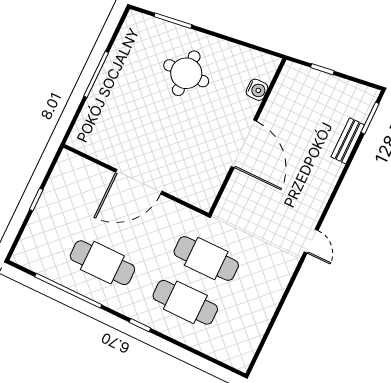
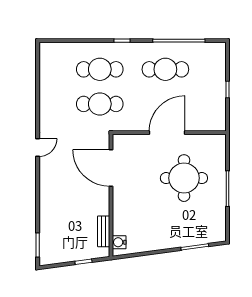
round table: (186, 73) -> (184, 178), moved, width x1.36, depth x1.36
water cooler: (257, 90) -> (119, 242), moved
bench: (348, 141) -> (104, 231), moved
door: (244, 144) -> (111, 168), moved
door: (311, 241) -> (38, 147), swing flipped

